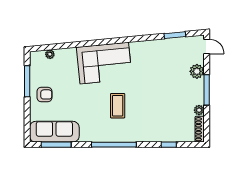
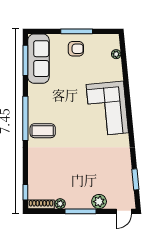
window: (27, 81) -> (77, 31), moved
armchair: (44, 94) -> (76, 49), turned -90
coffee table: (118, 106) -> (43, 131), moved
window: (169, 145) -> (25, 192), moved

